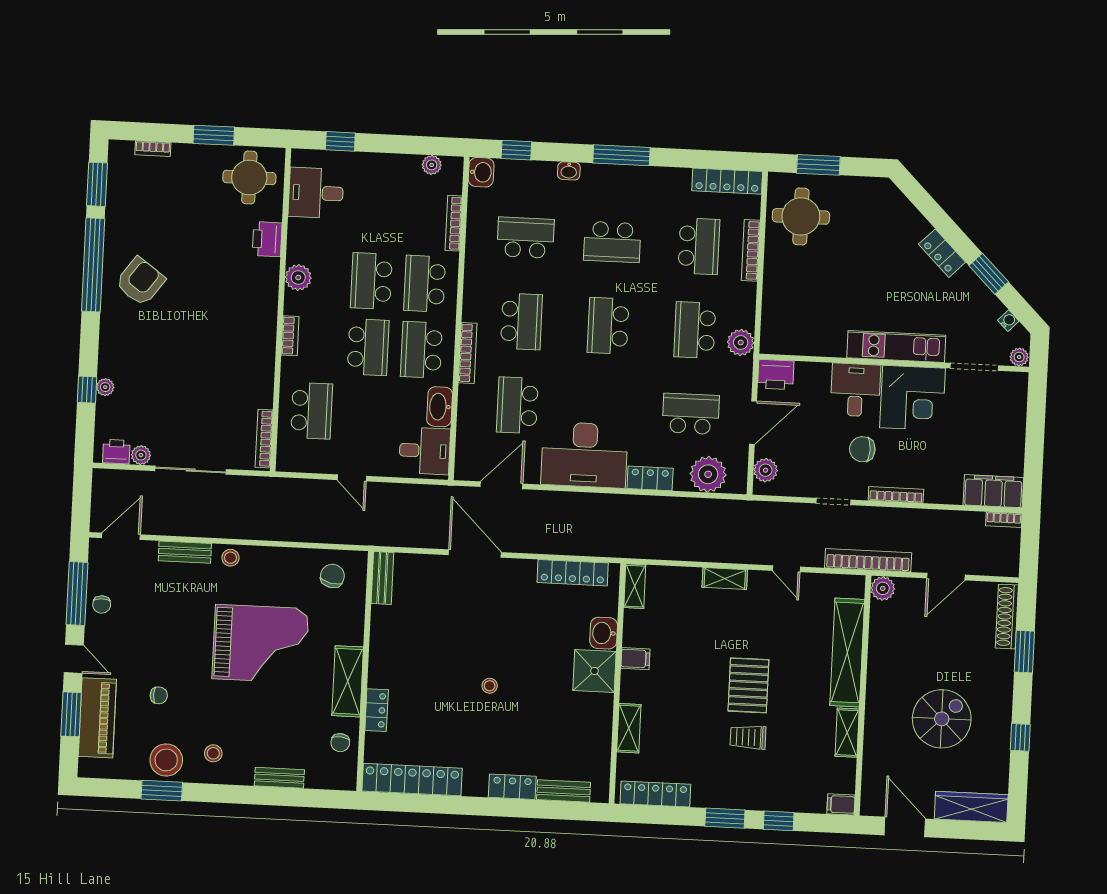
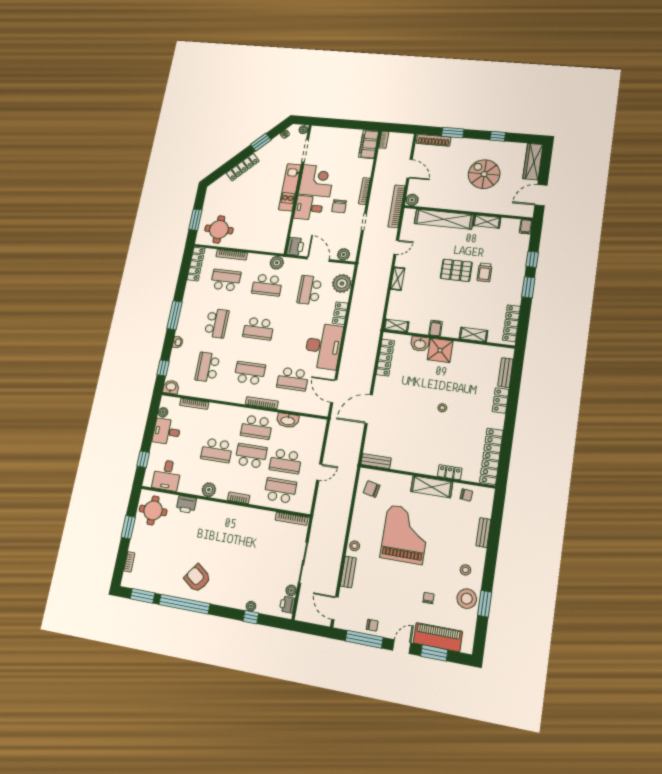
locker: (942, 253) -> (243, 167), width x1.53
school desk: (425, 284) -> (286, 461), moved
desk: (425, 451) -> (167, 432), moved, turned -90

